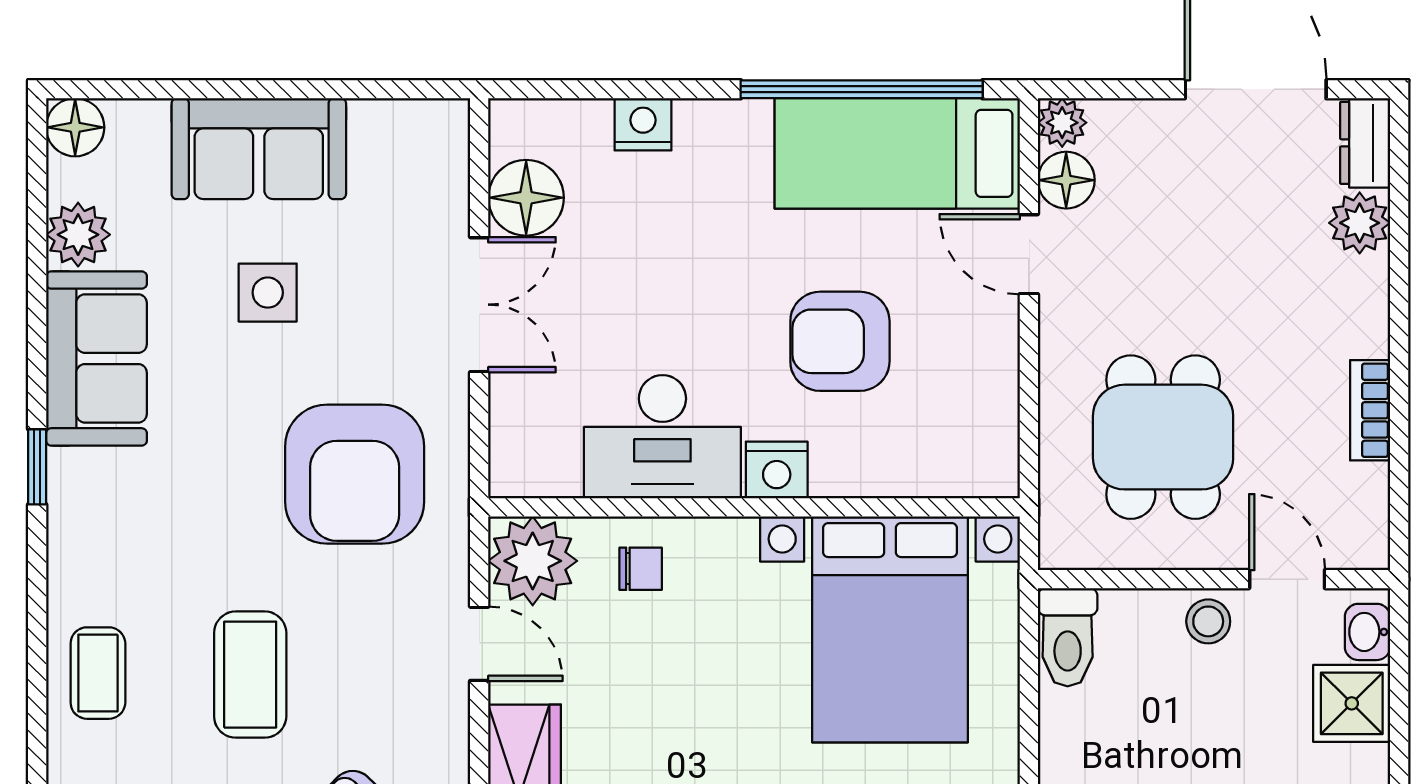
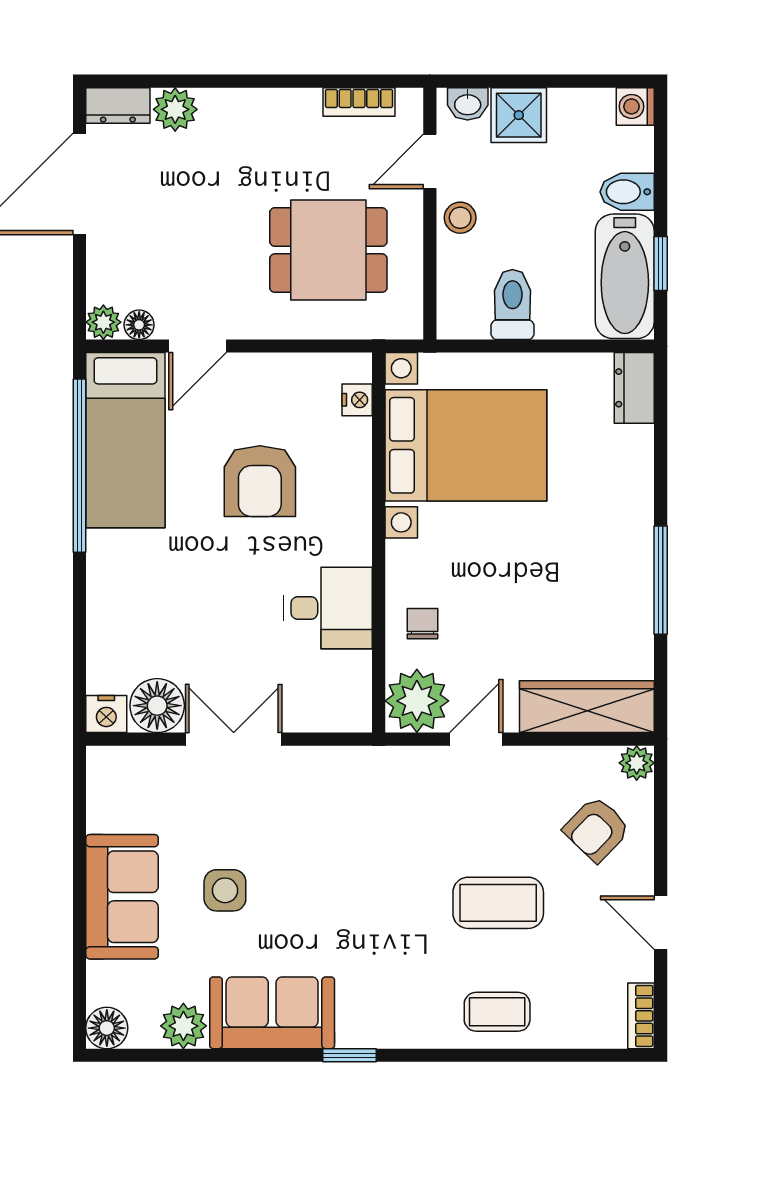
nightstand: (643, 124) -> (106, 714), moved, turned -90
floor lamp: (1066, 180) -> (139, 325), width x0.73, depth x0.73
bookcase: (1370, 410) -> (359, 102), moved
desk: (662, 437) -> (328, 608), width x0.73
nightstand: (777, 470) -> (357, 400), moved, width x0.72, depth x0.74
armchair: (355, 474) -> (355, 828), removed
toilet: (1068, 637) -> (512, 304), moved, turned -90

